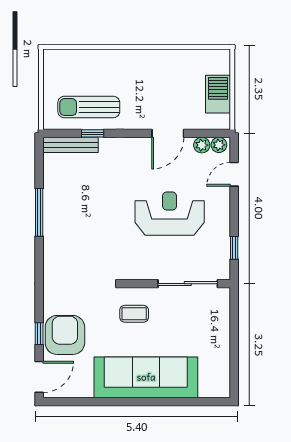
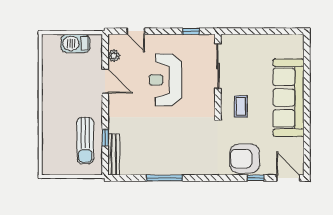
plant: (219, 145) -> (114, 43), removed
armchair: (65, 335) -> (245, 159), moved

